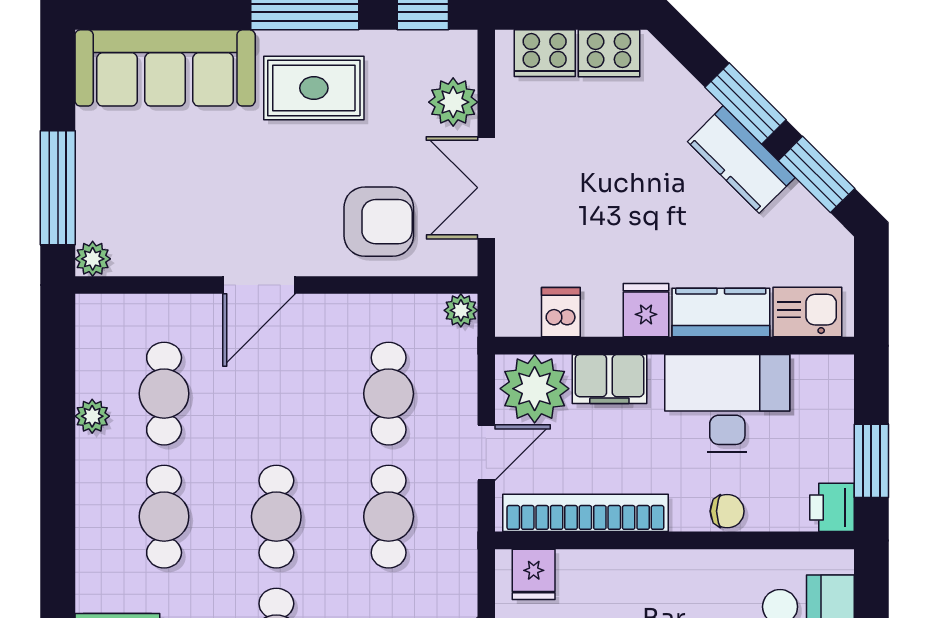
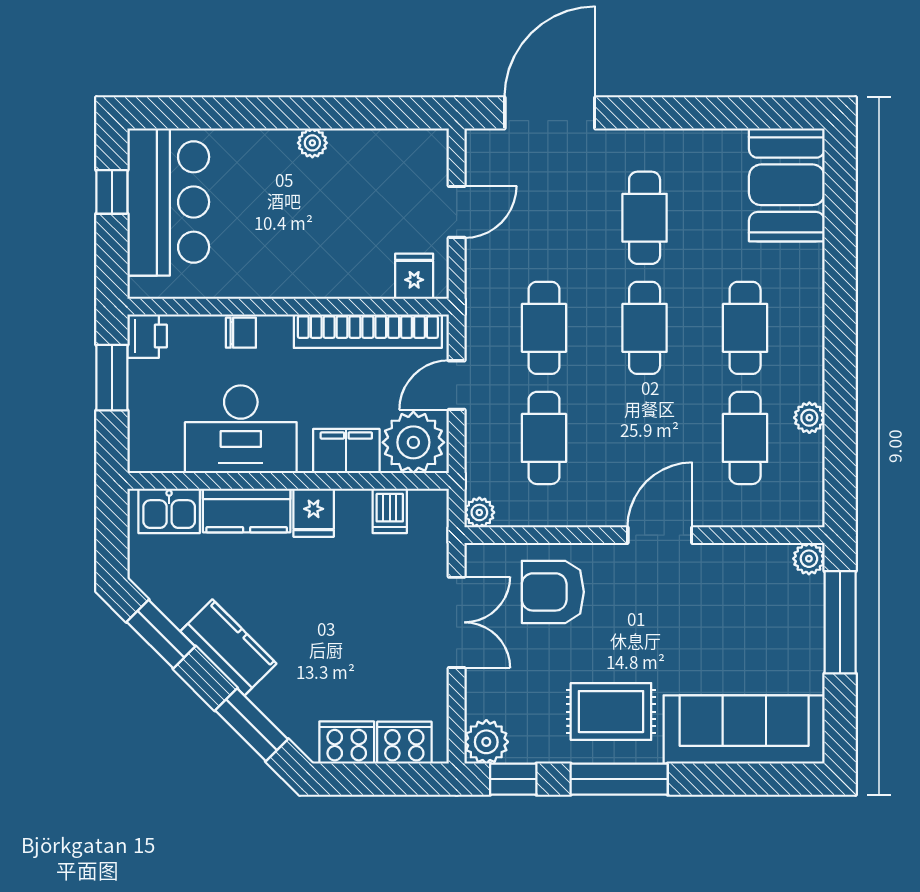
plant: (453, 102) -> (486, 742), moved
window: (745, 103) -> (252, 725), moved
chair: (727, 511) -> (241, 333), turned 180

